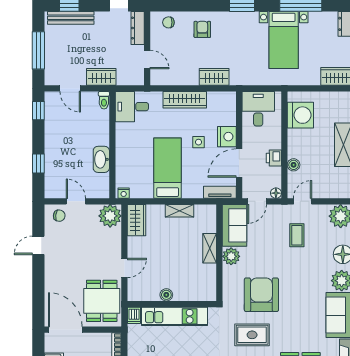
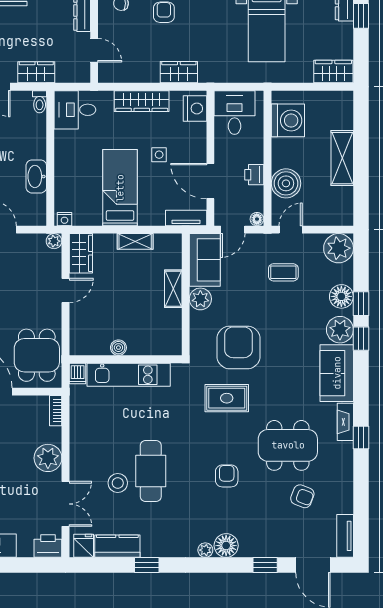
nightstand: (227, 137) -> (195, 108), moved
door: (239, 163) -> (210, 181), hinge flipped
boiler: (294, 165) -> (286, 183), width x1.86, depth x1.86
plant: (110, 216) -> (54, 241), width x0.53, depth x0.53
coffee table: (297, 235) -> (283, 272), turned 90
door: (124, 268) -> (66, 291), moved

